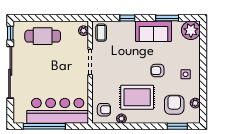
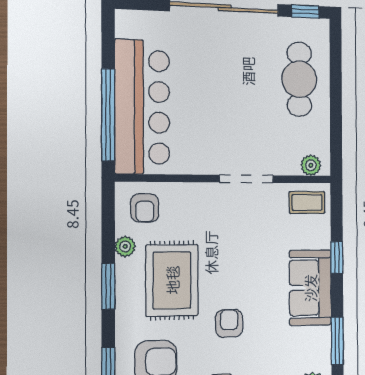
sofa: (153, 31) -> (310, 288), moved
window: (44, 126) -> (108, 115), moved
window: (139, 126) -> (108, 286), added

